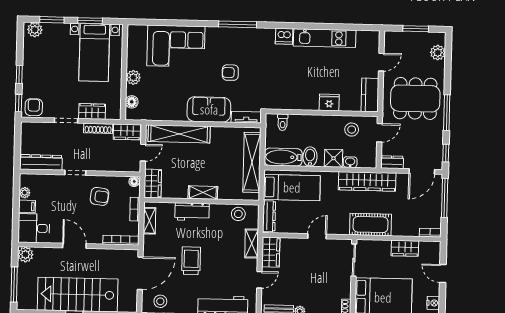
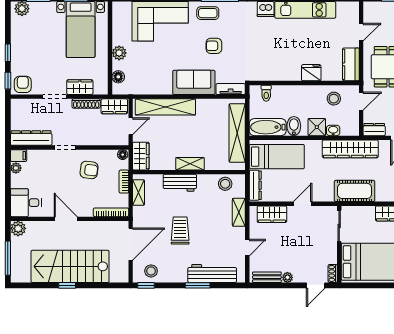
coffee table: (225, 39) -> (208, 13), added
filing cabinet: (27, 206) -> (19, 156), moved
wardrobe: (271, 252) -> (272, 214), moved, turned 90

